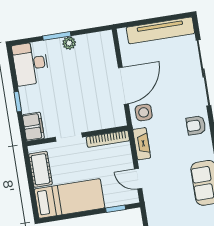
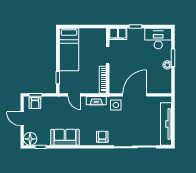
door: (123, 86) -> (135, 95), swing flipped
cot: (40, 169) -> (90, 34), removed
door: (138, 179) -> (74, 95), swing flipped

